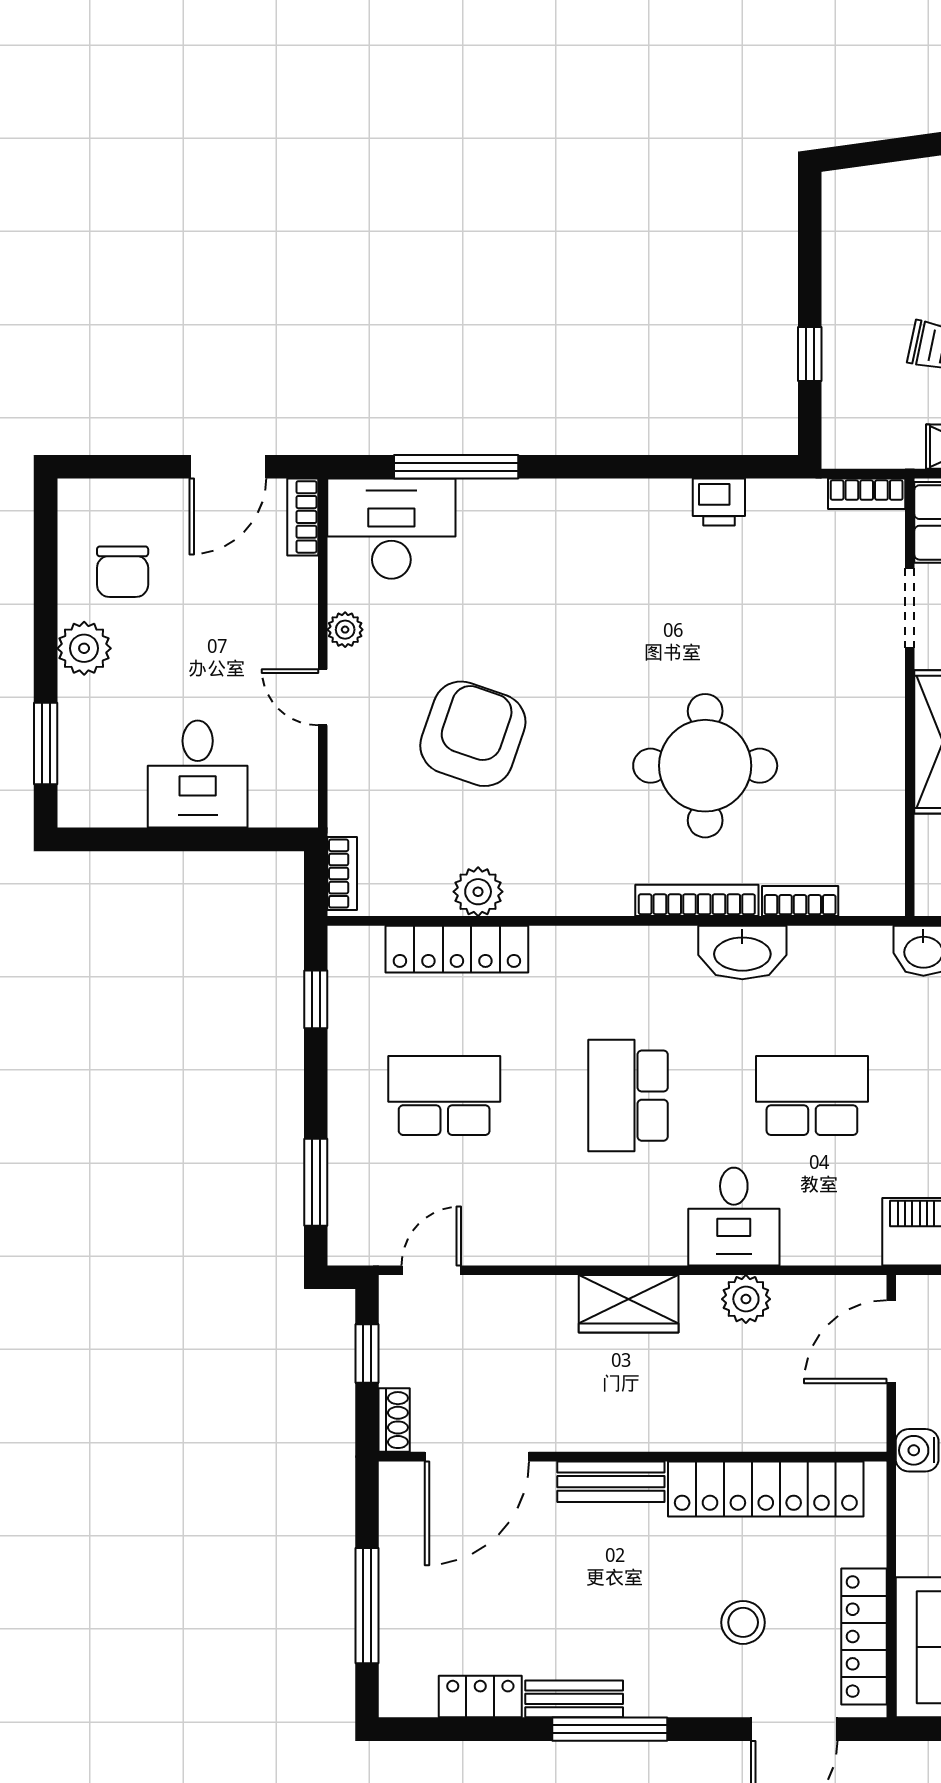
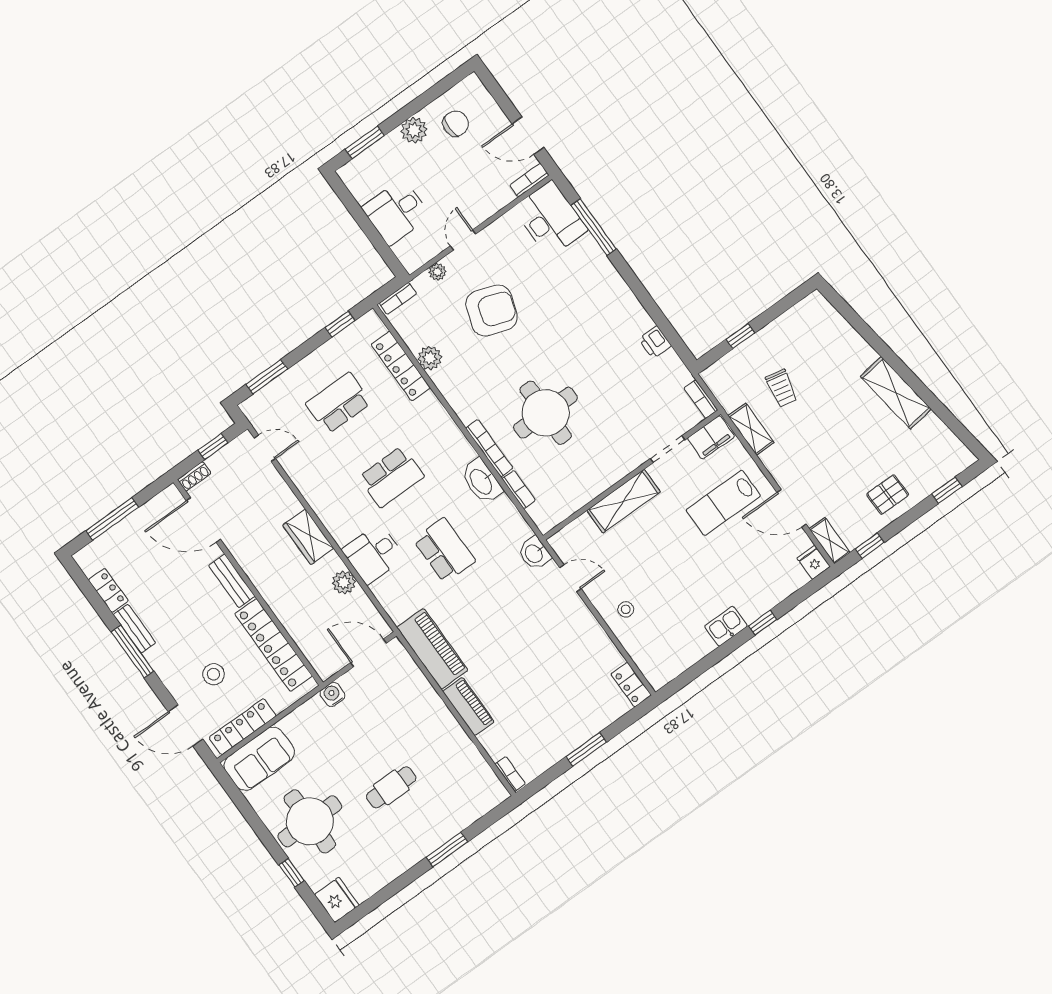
chair: (123, 572) -> (456, 124), turned 180
plant: (345, 630) -> (437, 272), moved
school desk: (444, 1096) -> (338, 403), turned -90
school desk: (628, 1096) -> (391, 477), turned 180

